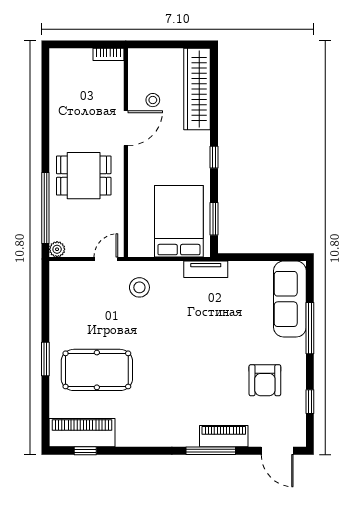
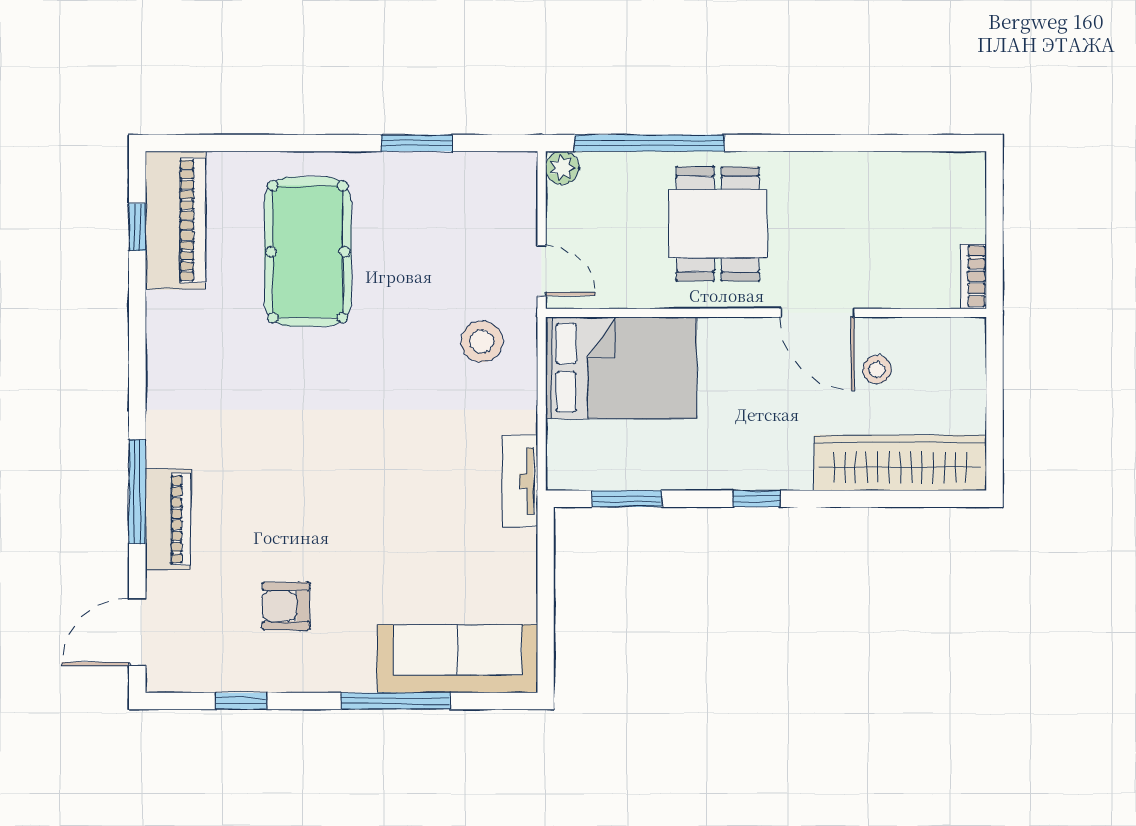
bed: (179, 221) -> (621, 368), moved
window: (45, 359) -> (417, 143), moved
armchair: (265, 380) -> (286, 606), width x0.72, depth x0.72

